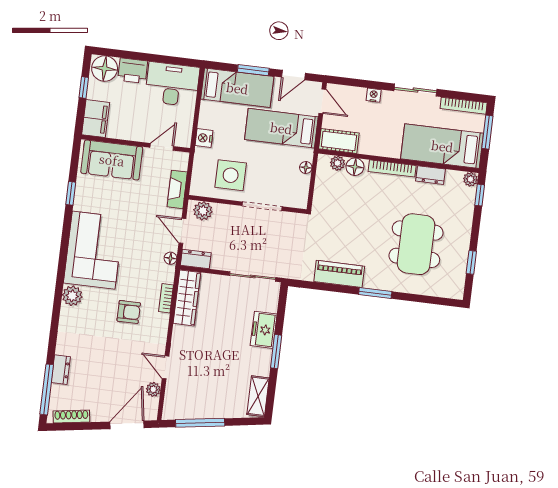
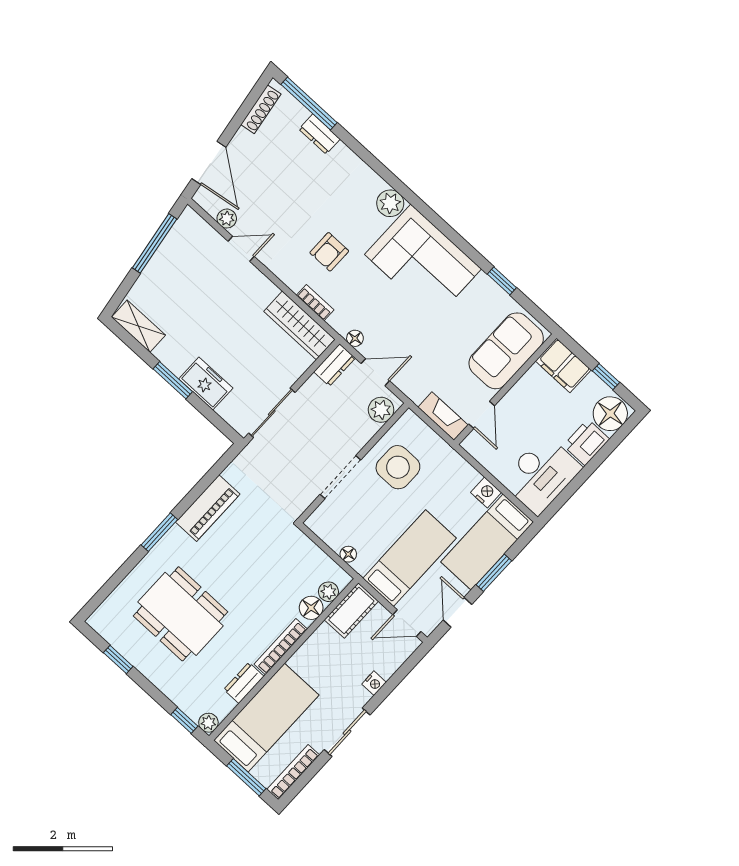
nightstand: (204, 138) -> (486, 492), moved
fireplace: (177, 189) -> (443, 416), moved

